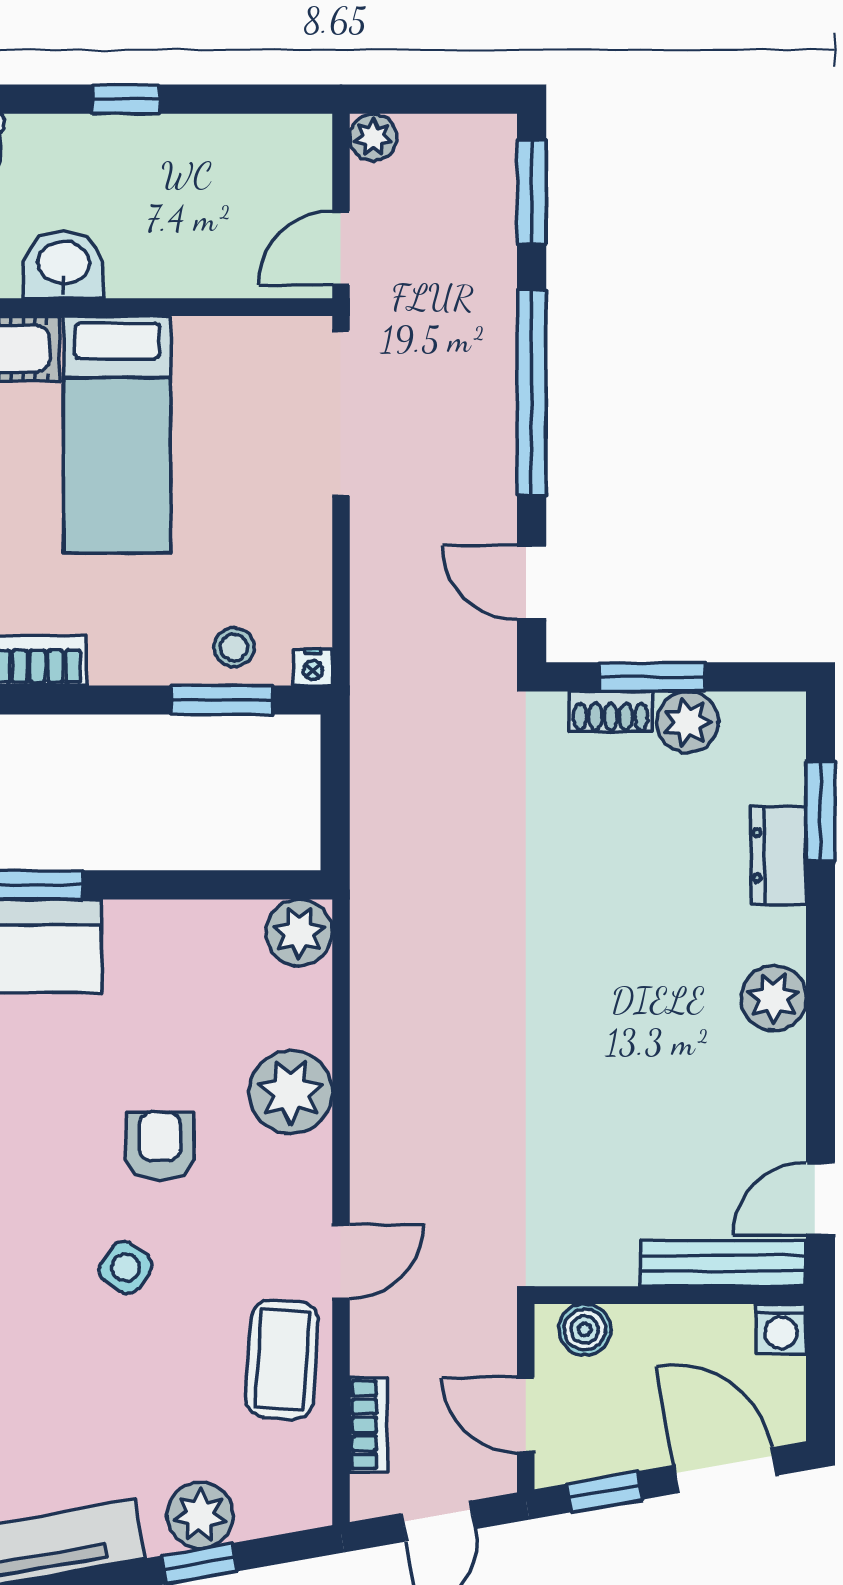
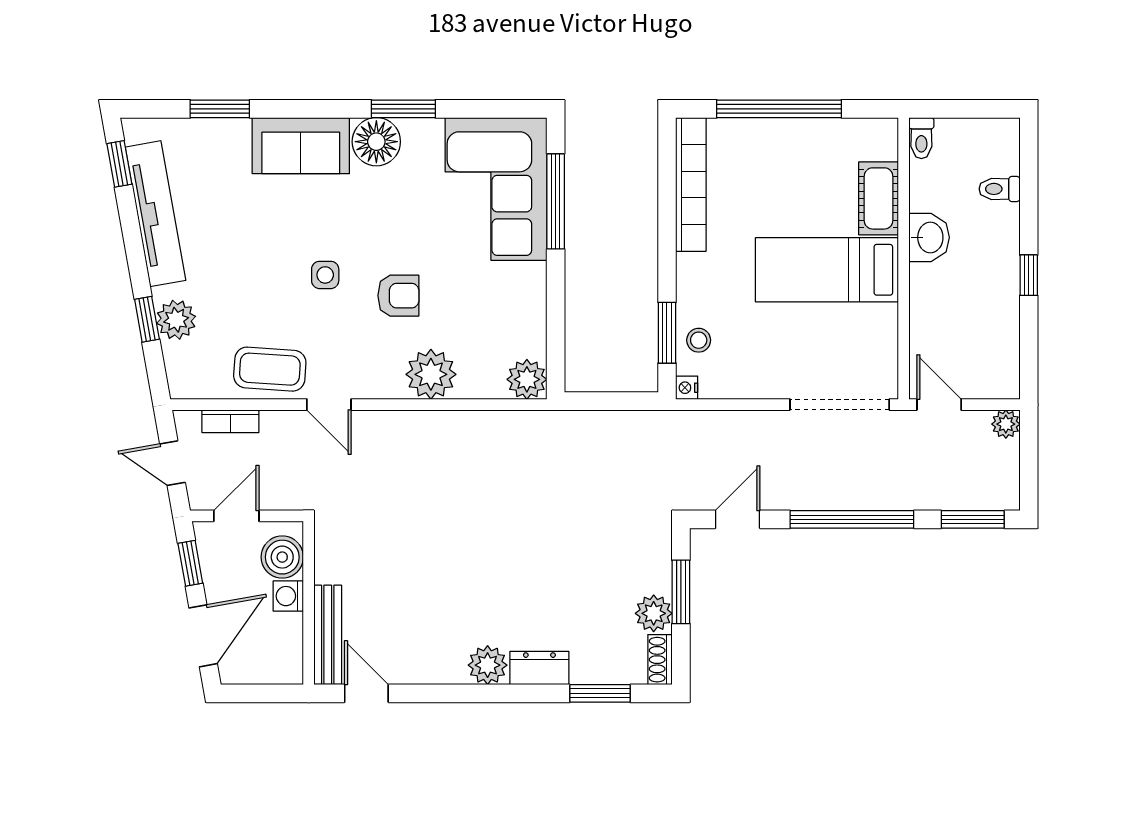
shoe rack: (611, 712) -> (660, 660), moved
dresser: (778, 855) -> (539, 668), moved
side table: (126, 1268) -> (325, 275), turned -35
washing machine: (781, 1329) -> (288, 596), moved
boiler: (585, 1330) -> (282, 557), width x1.36, depth x1.36

